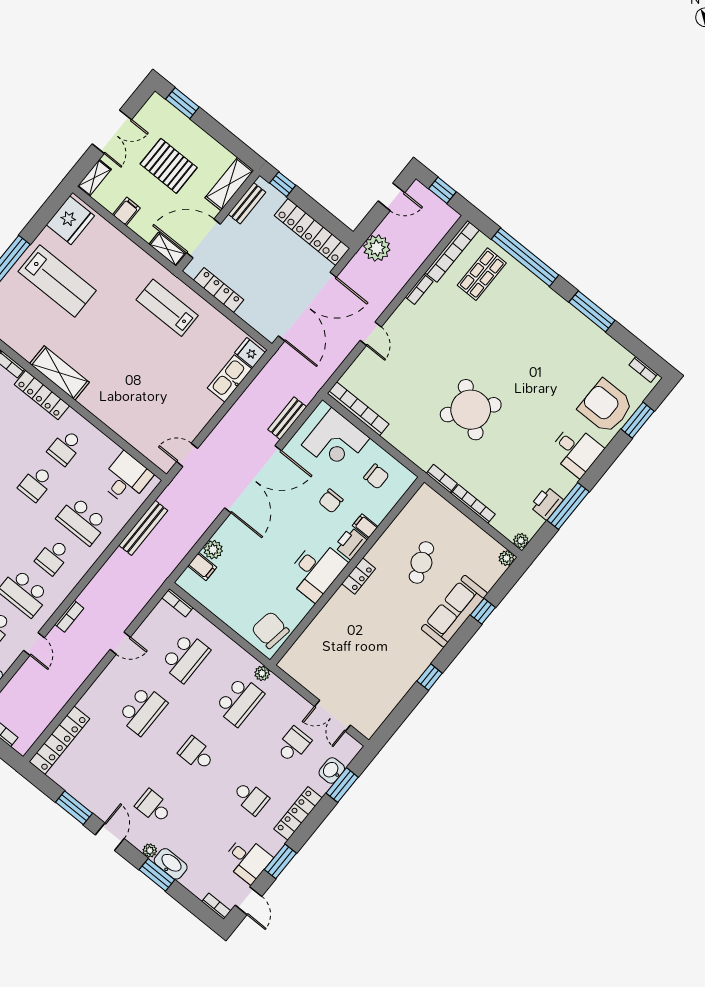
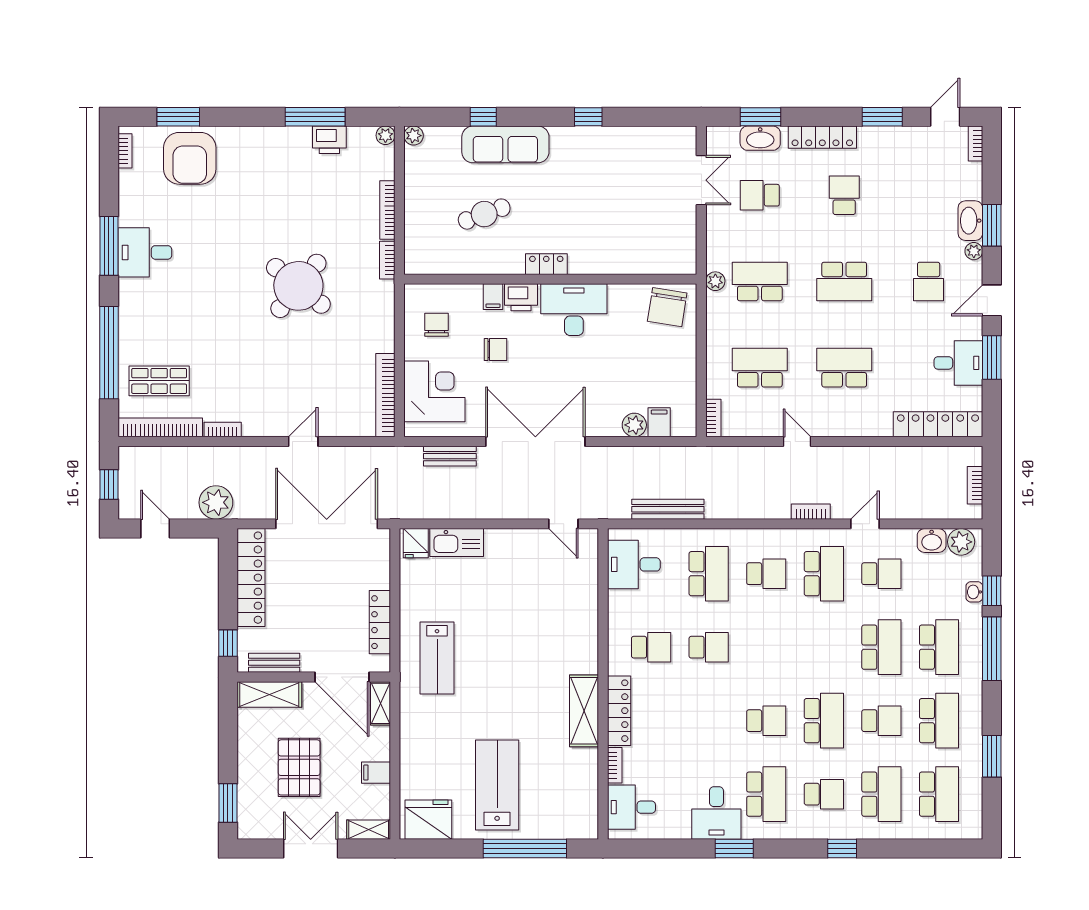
desk: (576, 450) -> (145, 252), moved, turned -90
school desk: (197, 754) -> (844, 281), width x1.85
washbasin: (332, 771) -> (760, 138), width x1.38
desk: (247, 859) -> (958, 363), moved, turned 90

